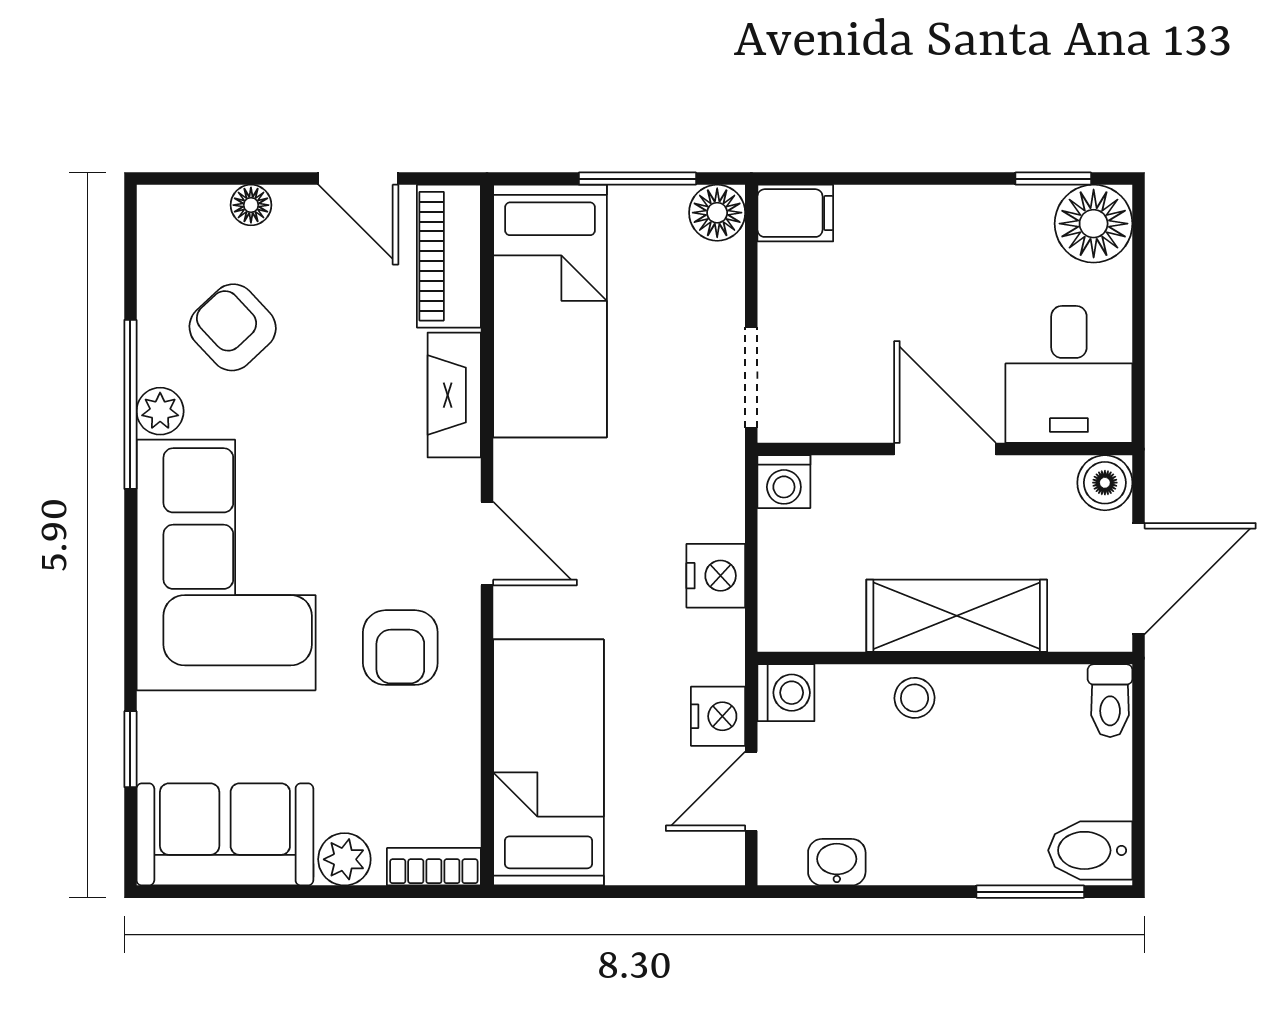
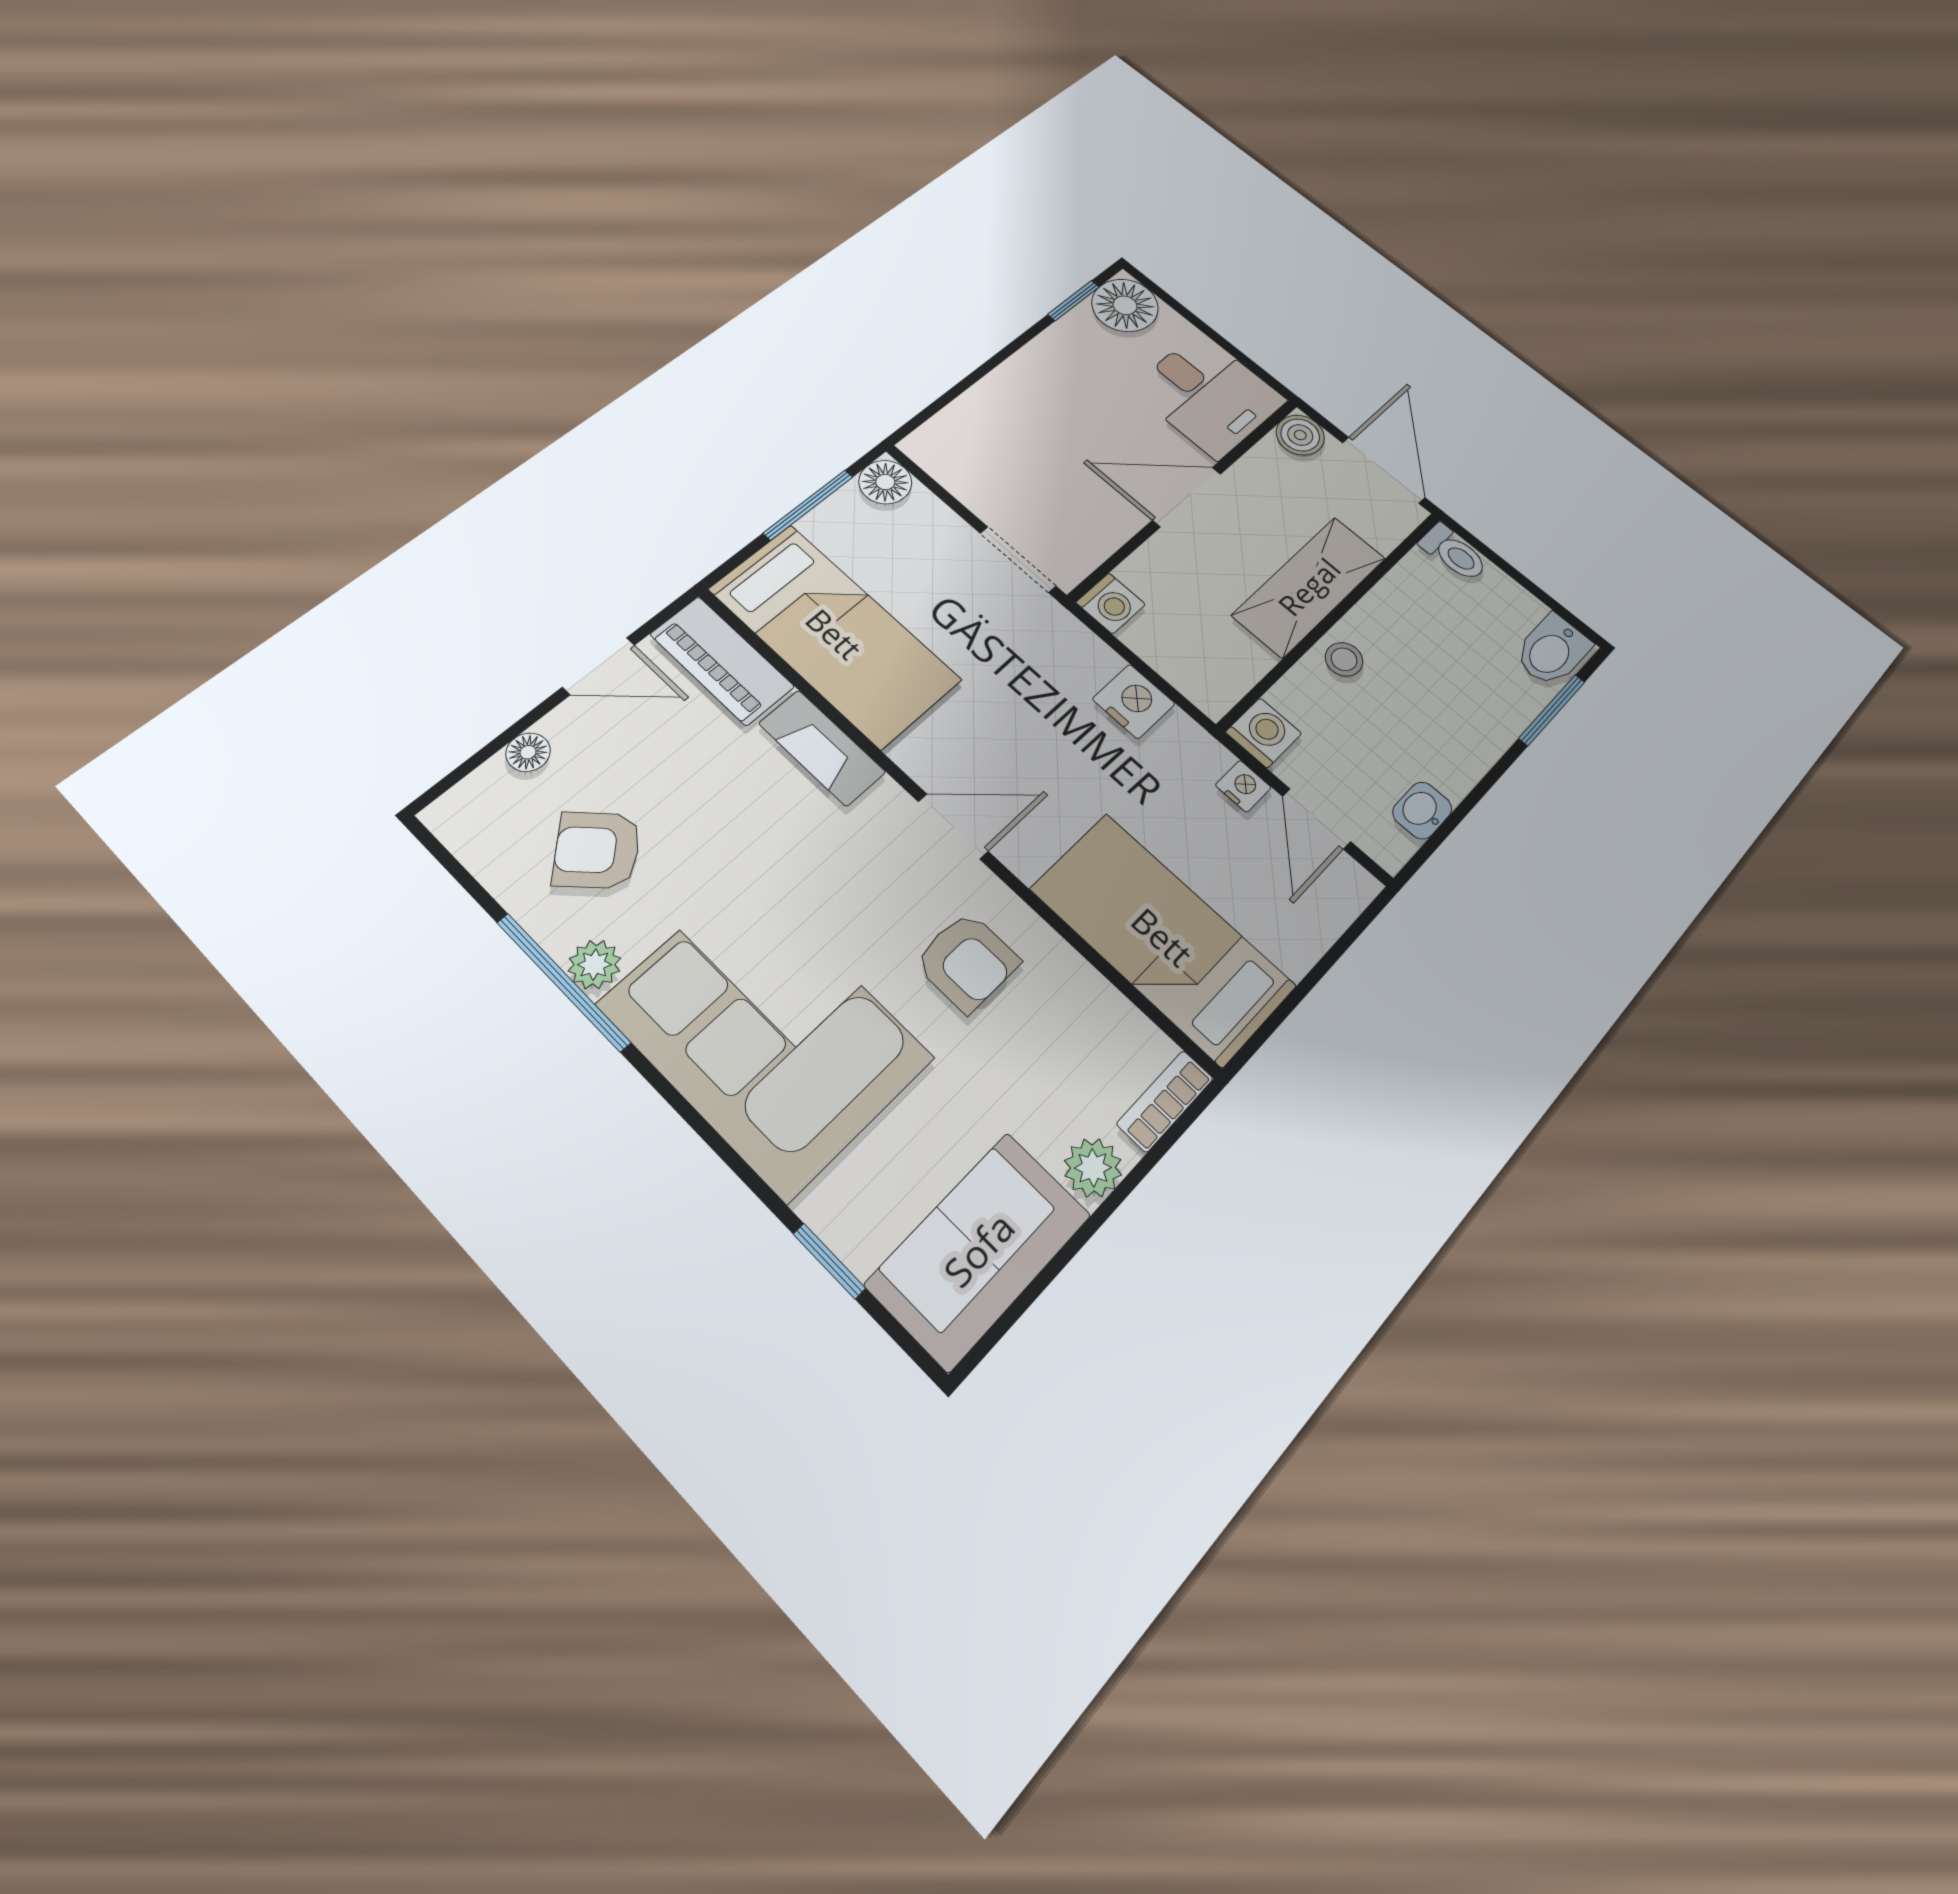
filing cabinet: (795, 213) -> (937, 442), removed
nightstand: (718, 716) -> (1243, 786), width x0.72, depth x0.74

